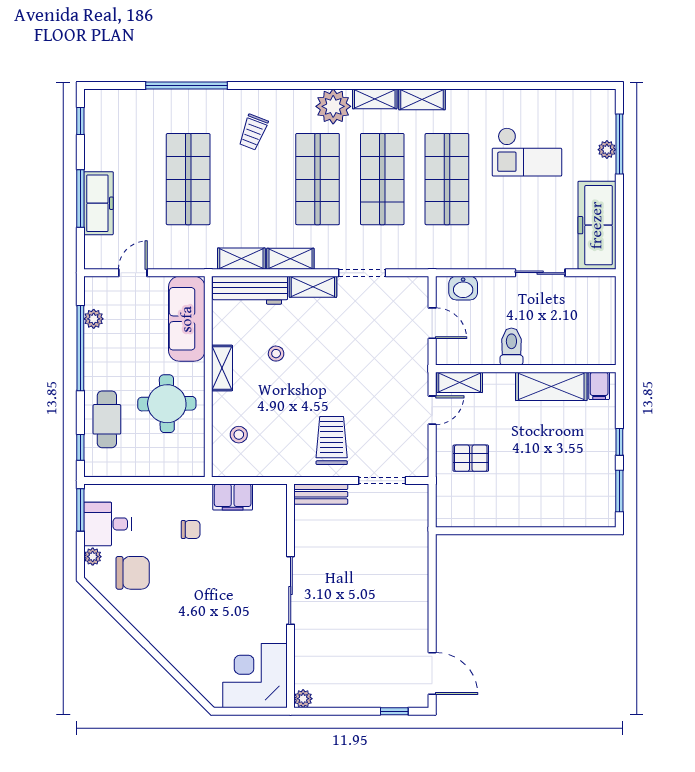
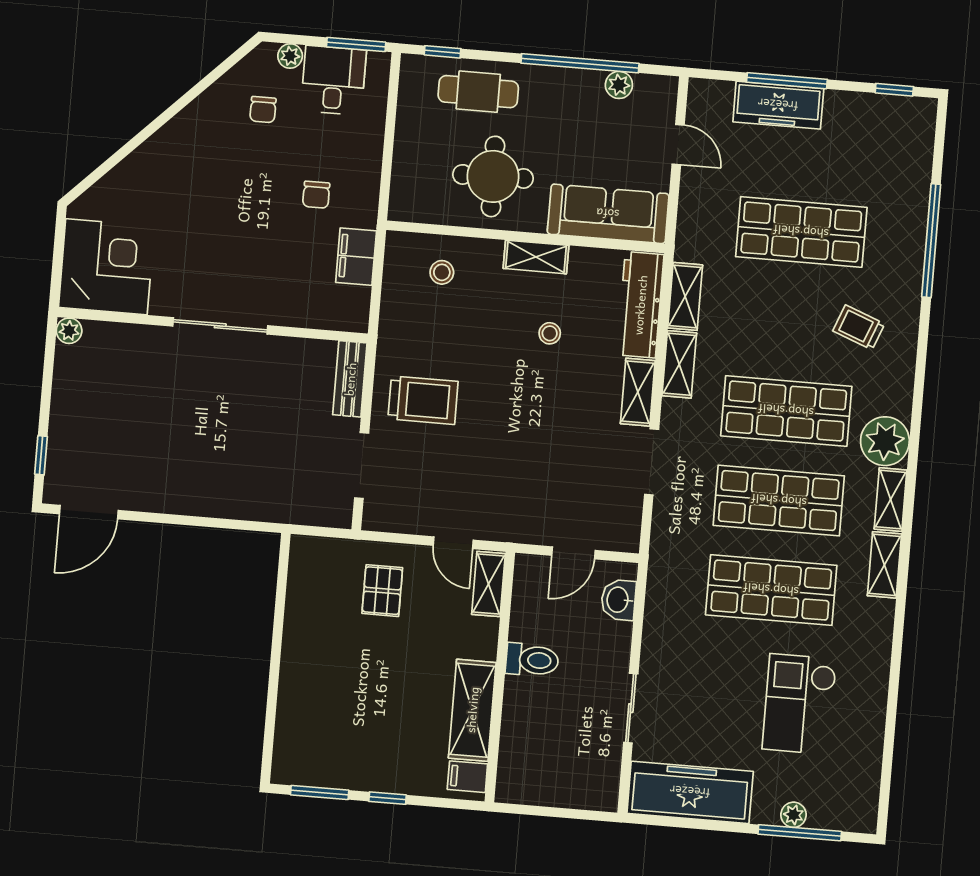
chair: (133, 573) -> (263, 110), width x0.54, depth x0.54

